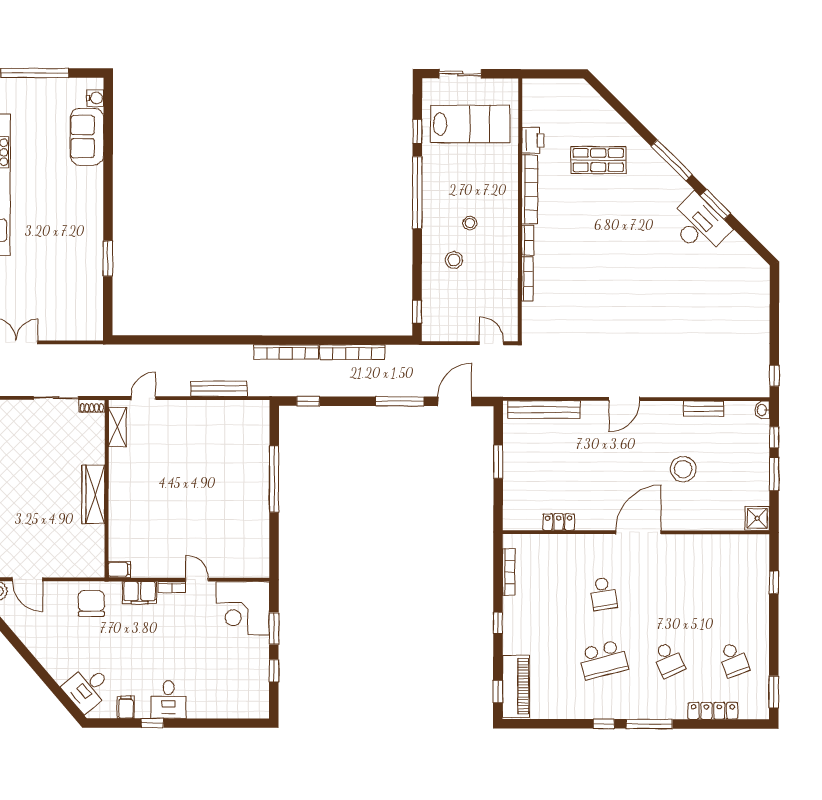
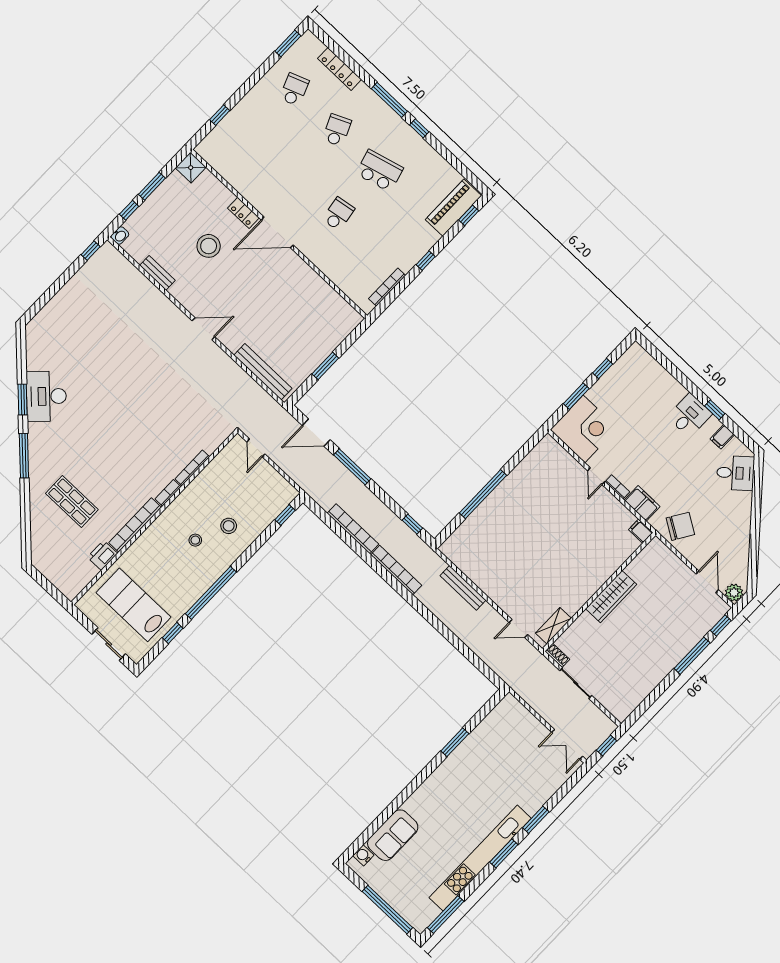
locker: (559, 522) -> (243, 213), moved
chair: (91, 603) -> (680, 526), turned -148

